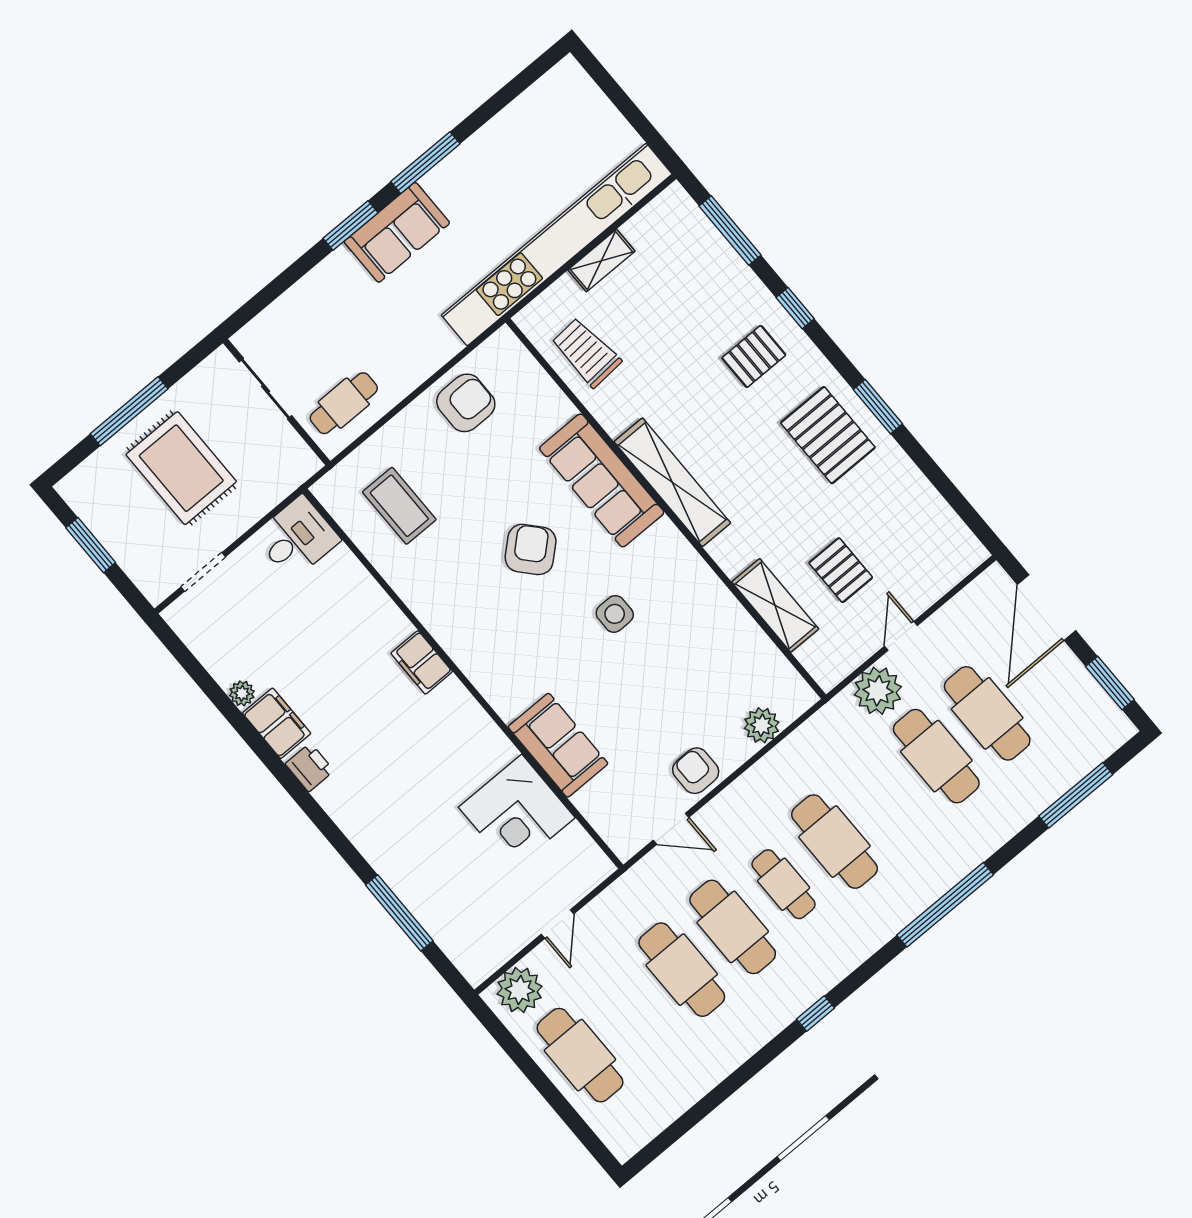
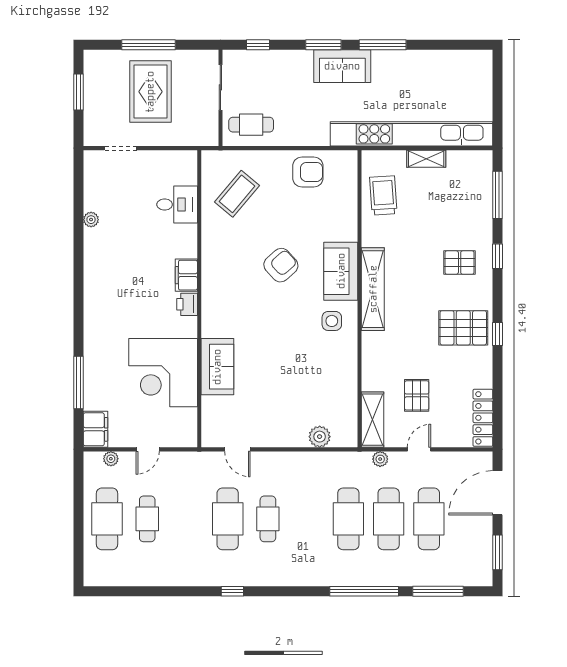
window: (268, 295) -> (258, 45), added
window: (878, 407) -> (498, 334), width x0.67
pallet: (828, 435) -> (463, 328), turned 90
sofa: (602, 480) -> (341, 271), width x0.73
coffee table: (399, 506) -> (237, 194), turned 40
locker: (948, 528) -> (483, 418), added
desk: (297, 538) -> (177, 204), moved
shelving: (775, 605) -> (373, 420), moved
side table: (615, 614) -> (332, 321), moved
plant: (878, 691) -> (380, 459), width x0.53, depth x0.53
filing cabinet: (277, 723) -> (95, 429), moved
printer: (310, 767) -> (187, 304), moved, turned 180
armchair: (696, 771) -> (271, 432), removed
corner desk: (517, 812) -> (163, 373), width x1.36, depth x1.36
cafe table: (834, 842) -> (348, 519), moved
window: (945, 905) -> (364, 591), moved
cafe table: (682, 970) -> (147, 519), moved, width x0.73, depth x0.74
plant: (520, 990) -> (111, 459), width x0.53, depth x0.53

